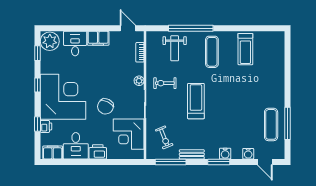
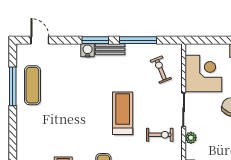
treadmill: (196, 101) -> (123, 113), turned 180
bench: (192, 154) -> (110, 49), moved
water cooler: (248, 154) -> (60, 50), removed
window: (171, 162) -> (138, 40), moved

